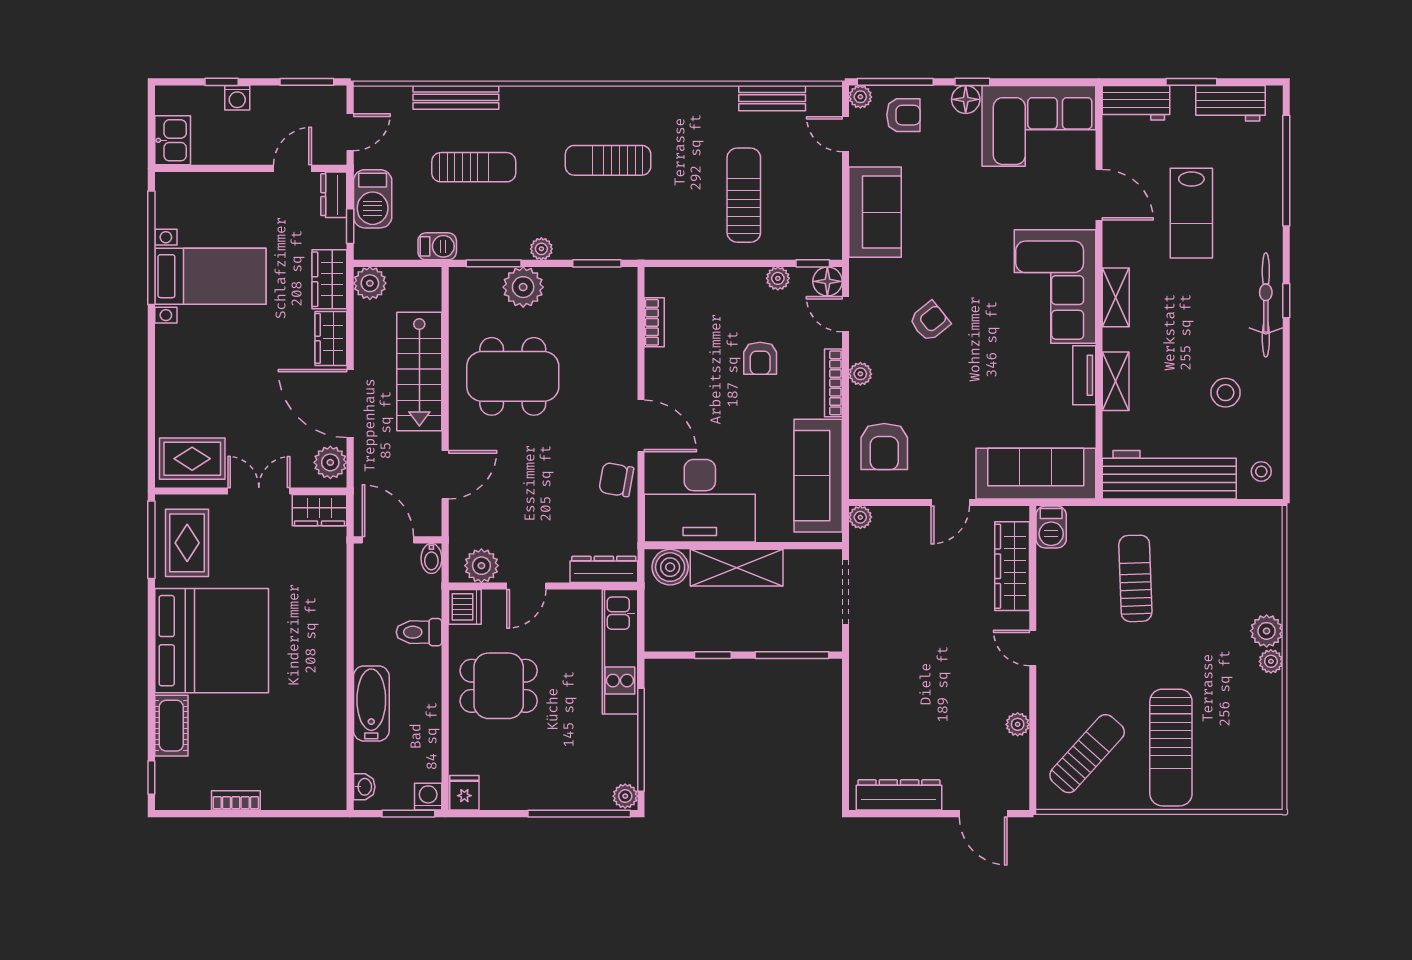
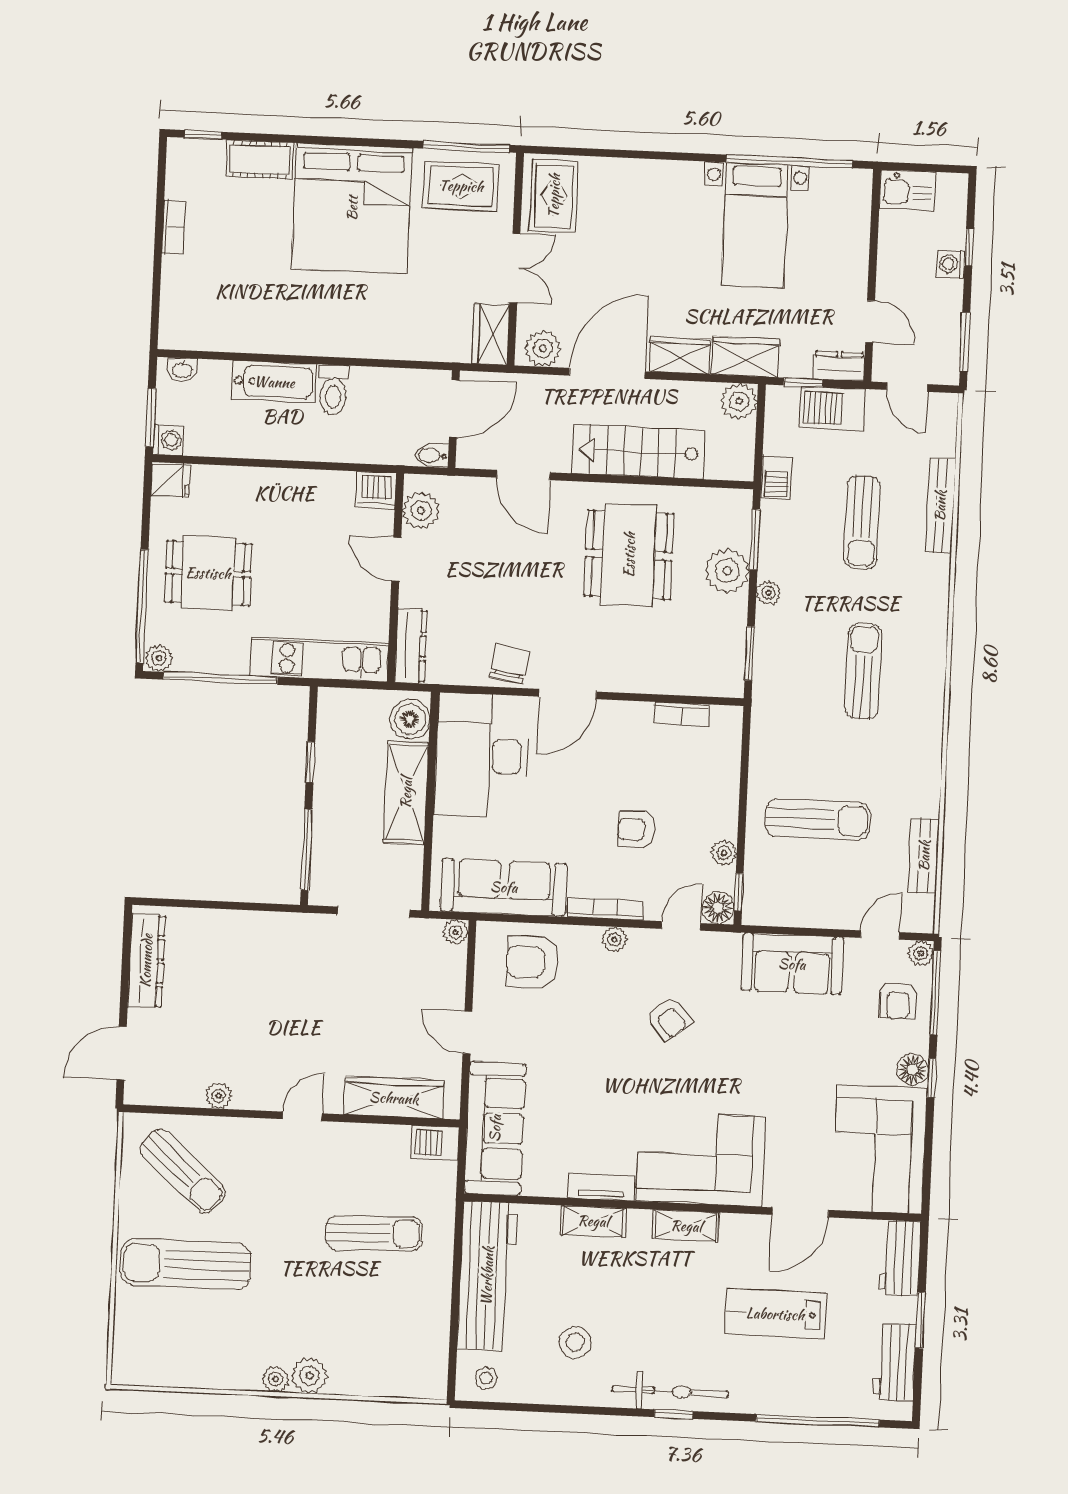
toilet: (419, 632) -> (333, 390), moved, turned 180
dining table: (499, 686) -> (208, 573), moved, turned 90

